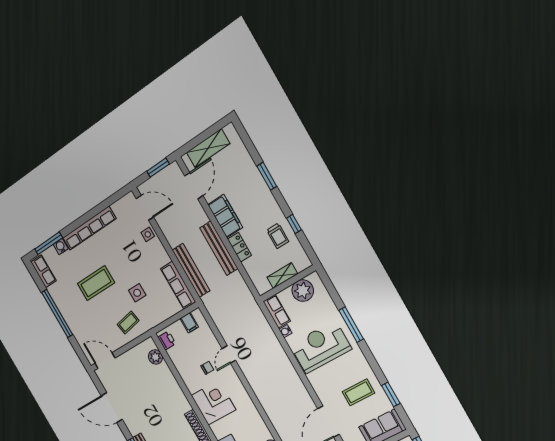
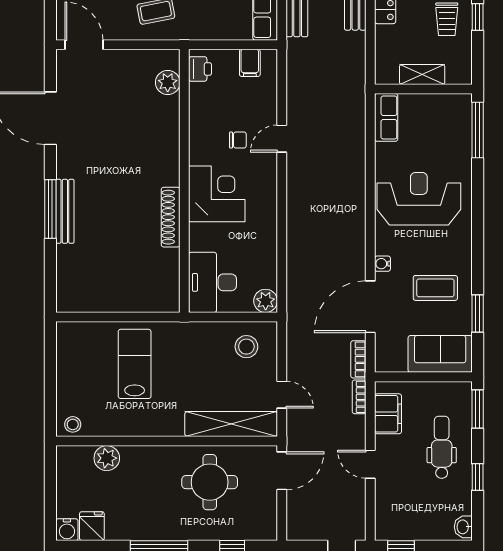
plant: (303, 291) -> (438, 110), removed
window: (351, 325) -> (478, 130), moved
water cooler: (286, 331) -> (382, 264), moved

